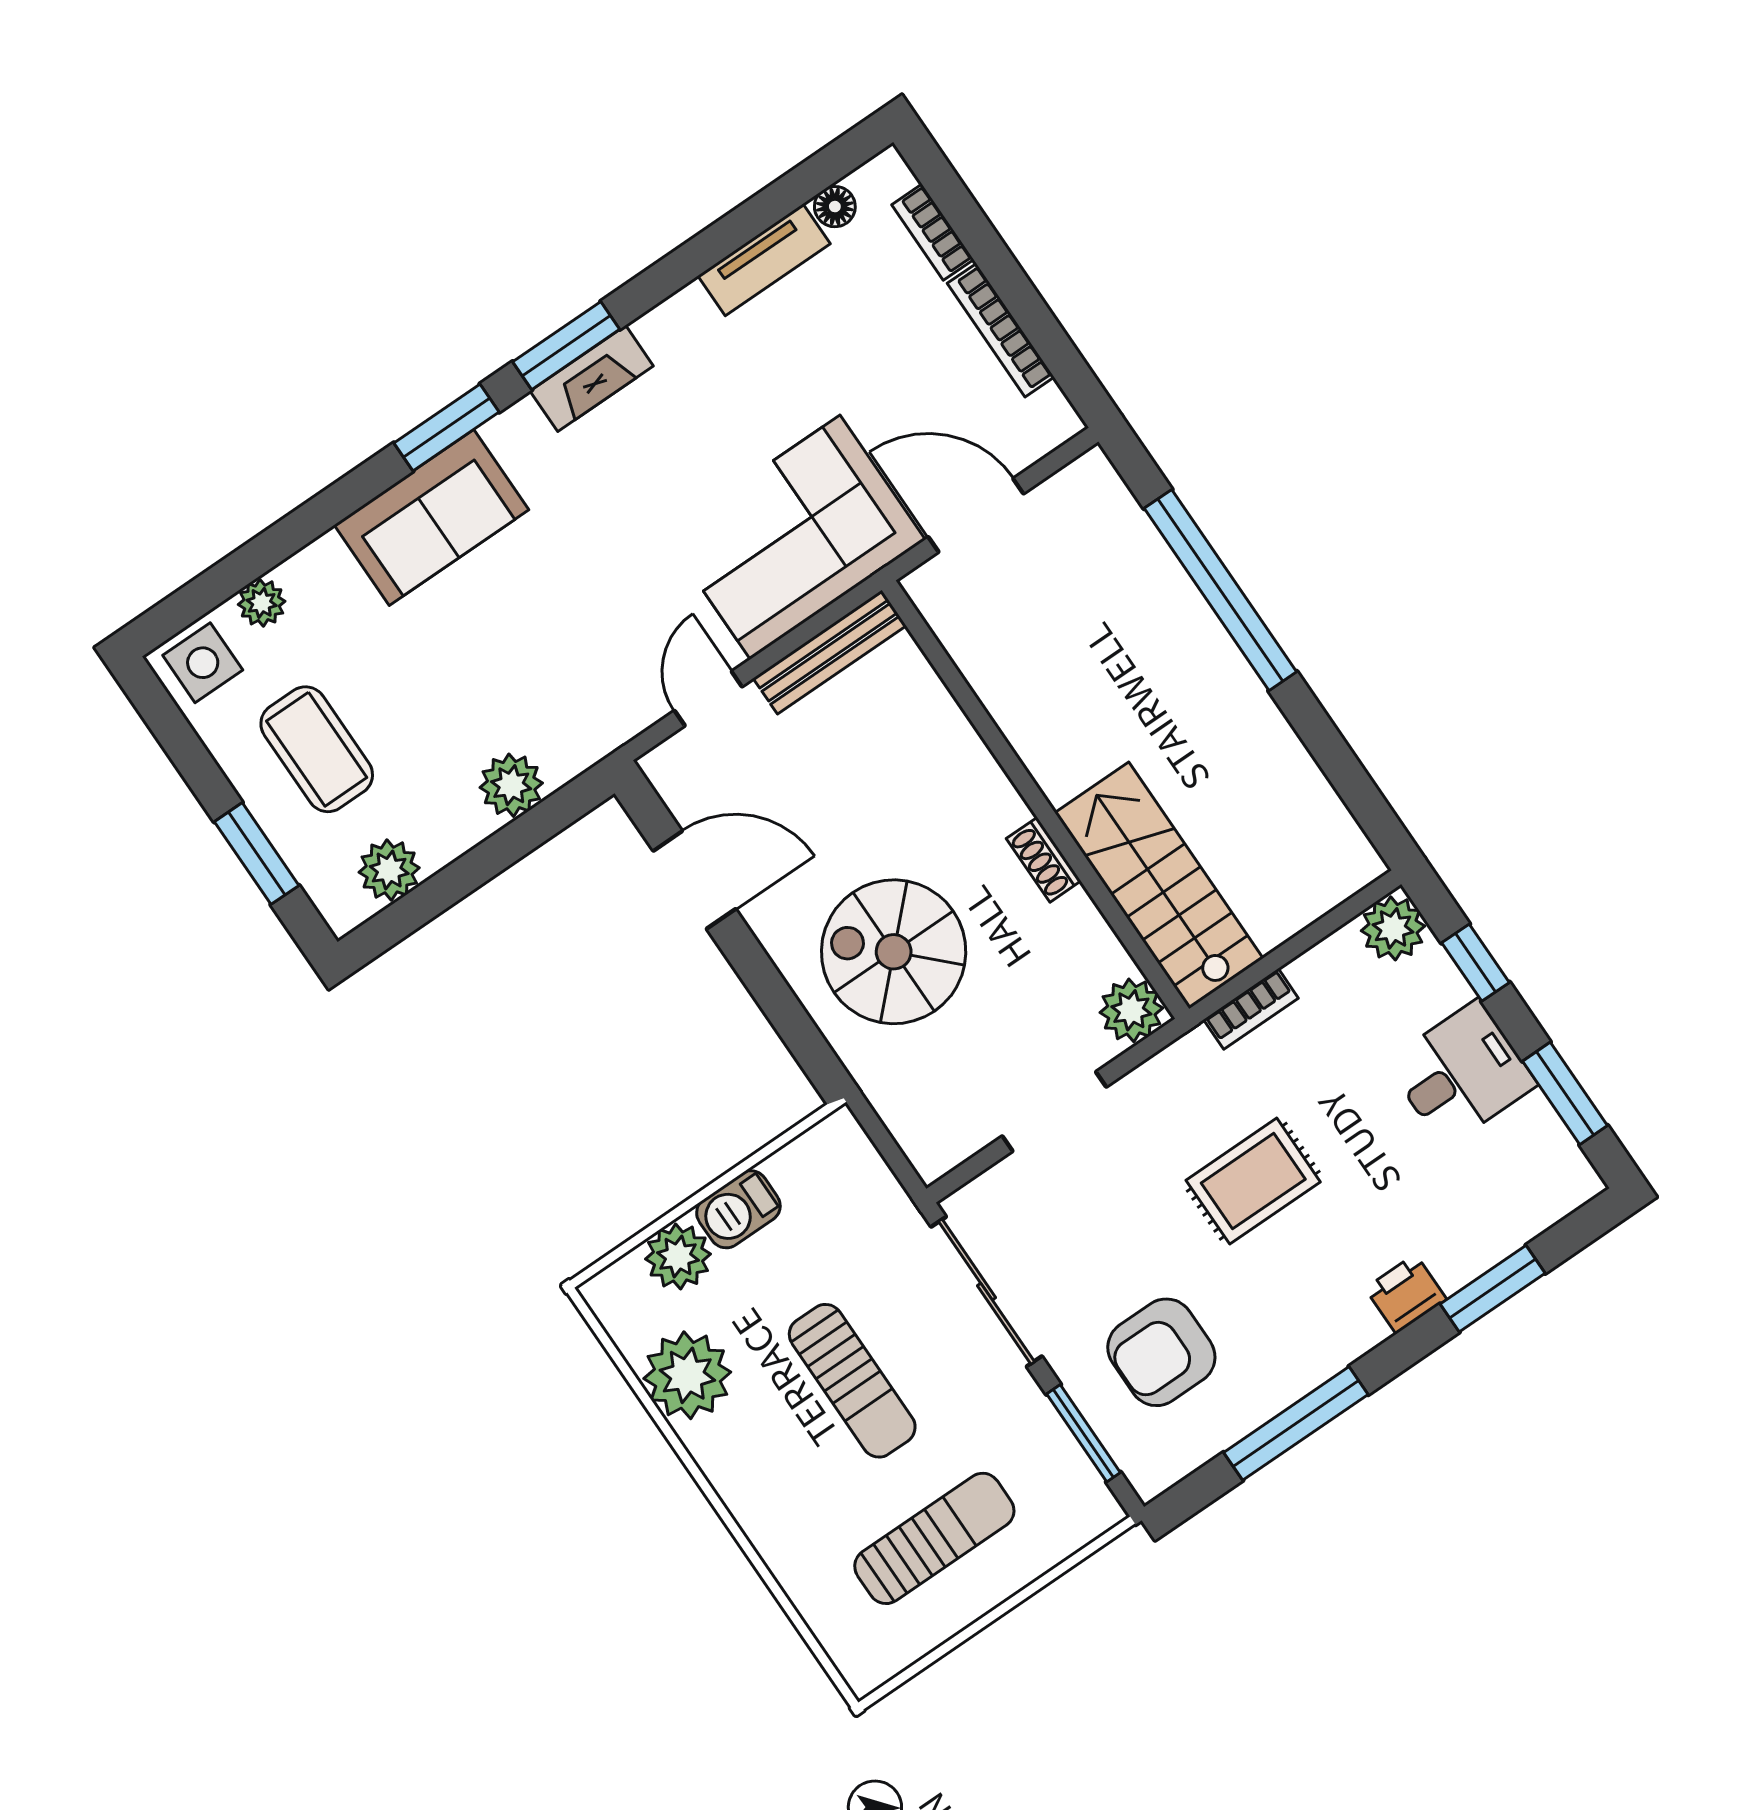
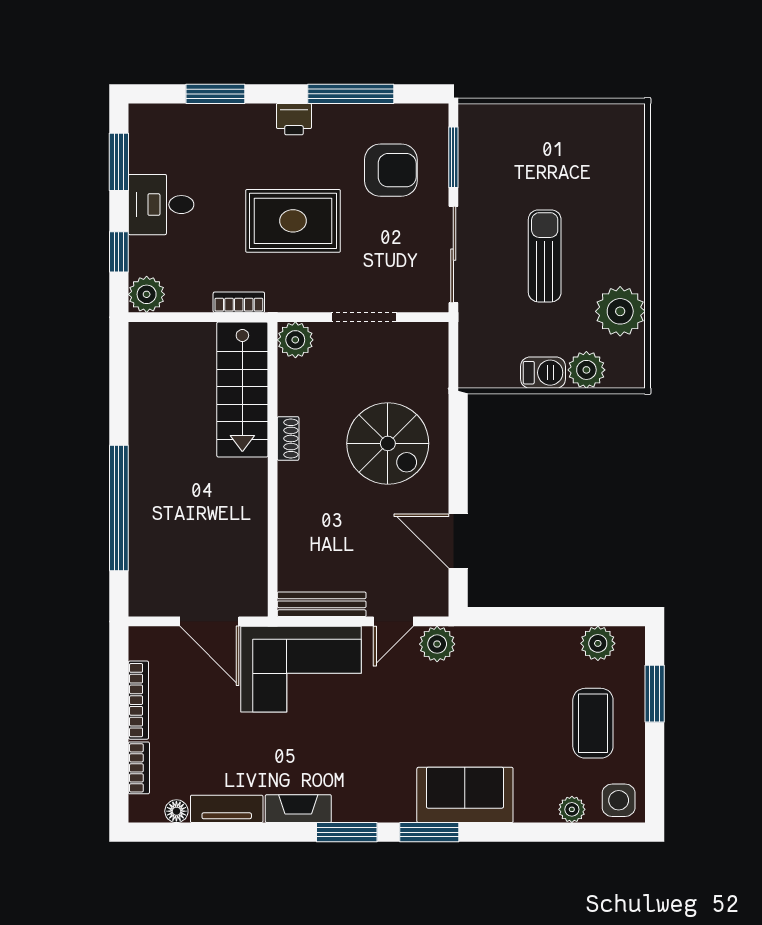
fireplace: (592, 379) -> (298, 809), moved
plant: (511, 785) -> (437, 644), moved
rug: (1253, 1181) -> (293, 221), width x1.36, depth x1.43
printer: (1406, 1294) -> (294, 119), moved
sun lounger: (934, 1538) -> (557, 156), removed

